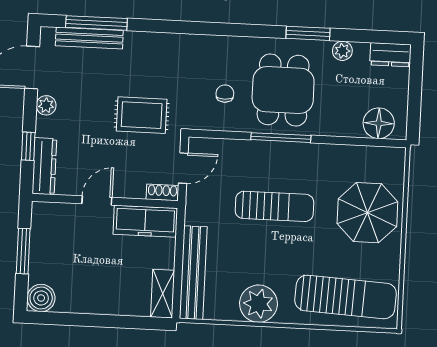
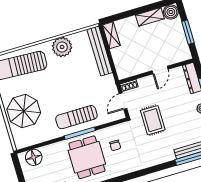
rug: (142, 115) -> (153, 120), turned 90
sun lounger: (274, 206) -> (76, 117), moved
freezer: (145, 221) -> (132, 68), removed
shelving: (82, 302) -> (150, 17), added

